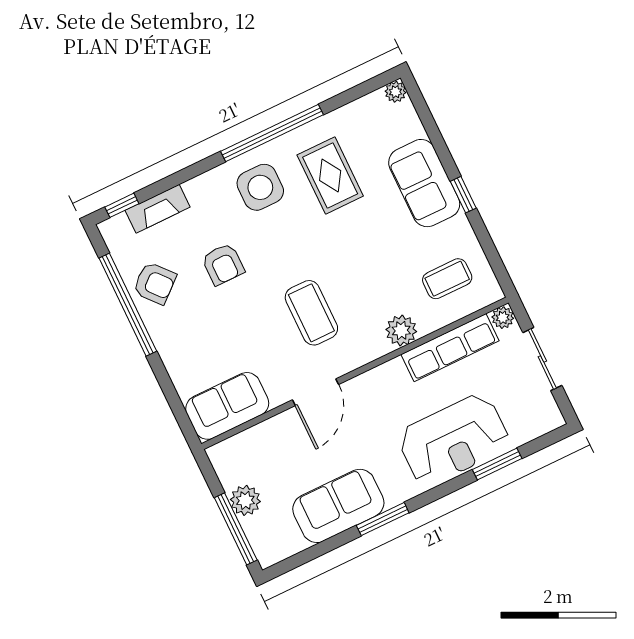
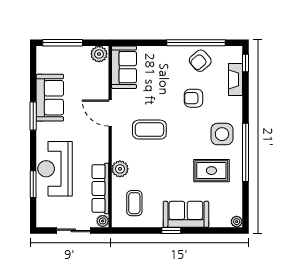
plant: (245, 500) -> (99, 54), moved

